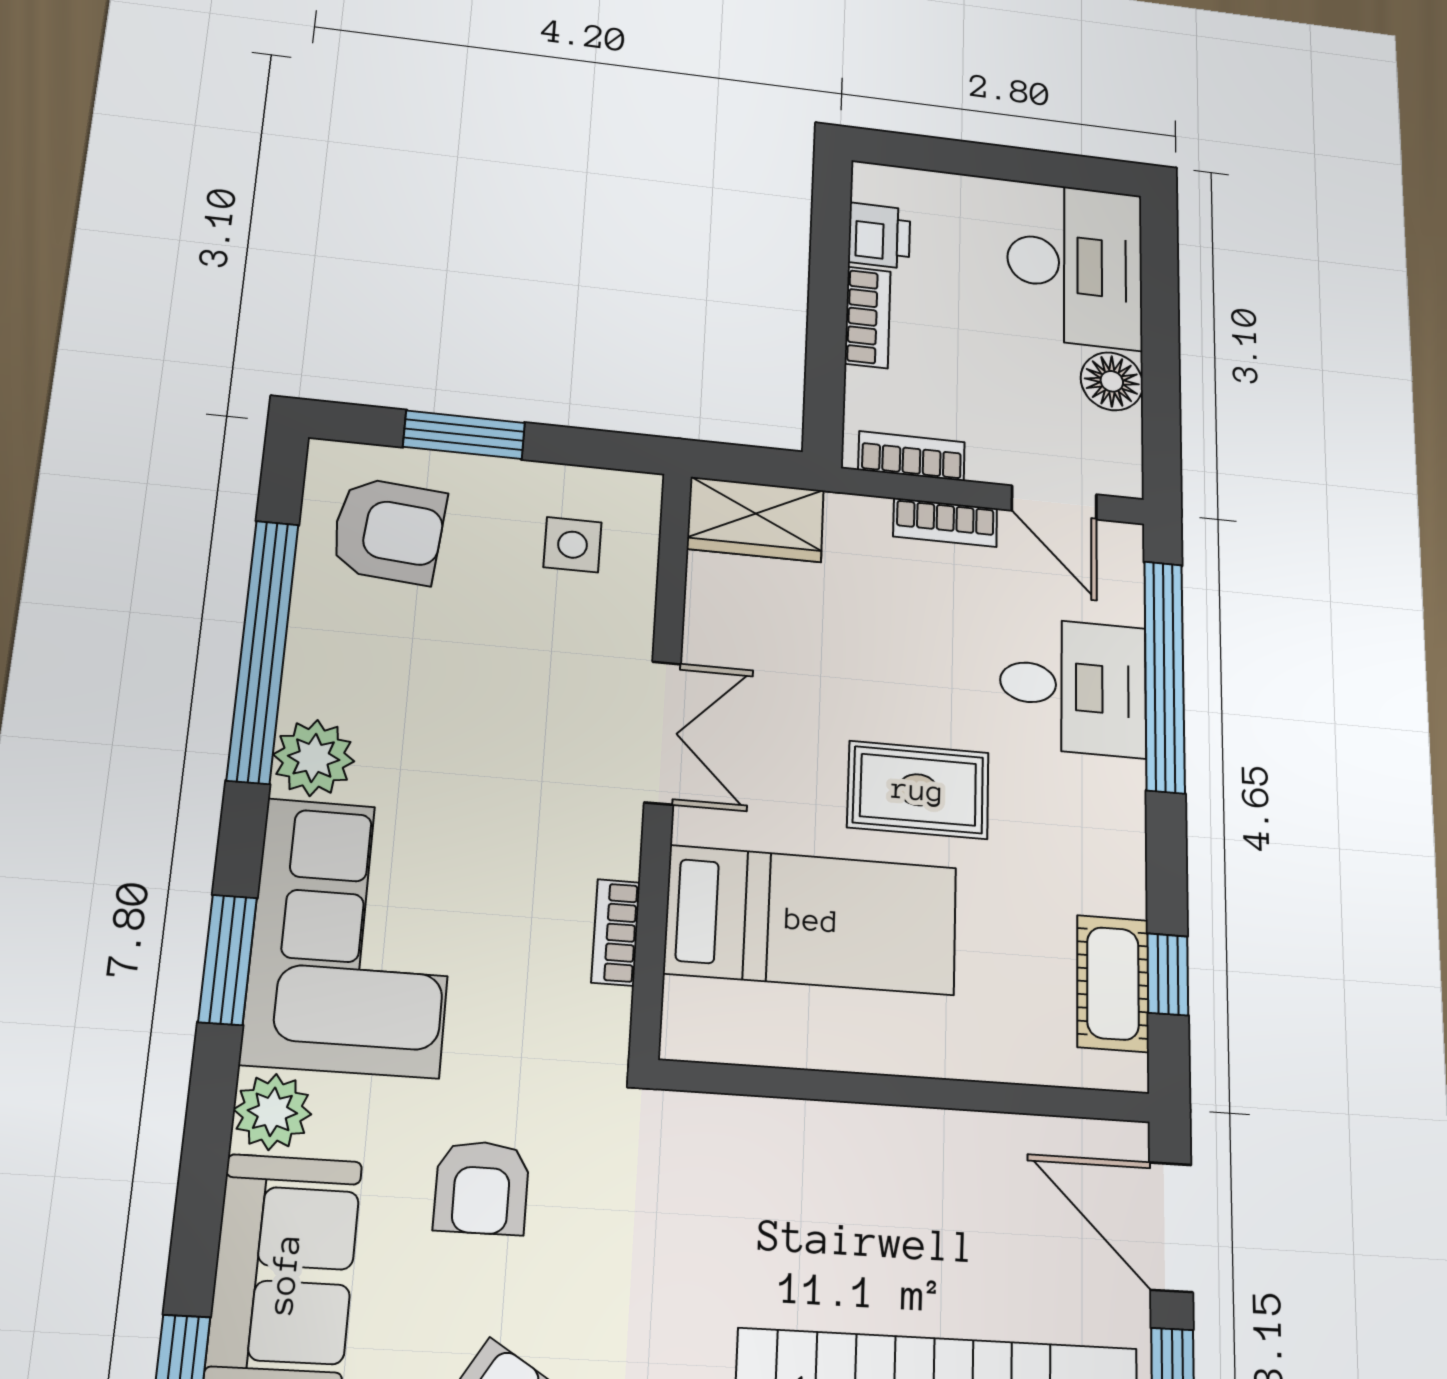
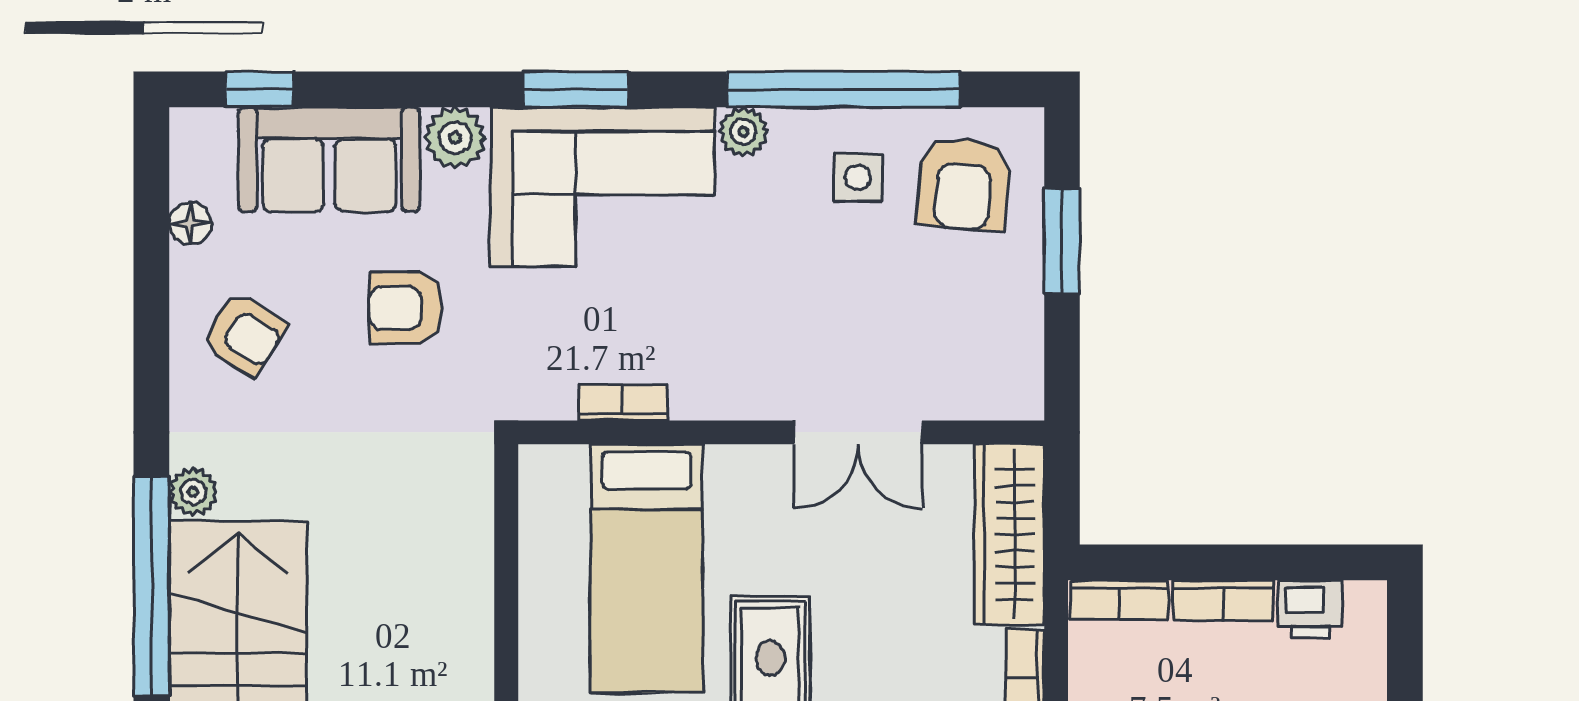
bookcase: (912, 456) -> (1119, 600), moved, turned 90
wardrobe: (756, 519) -> (1009, 535), width x1.50
side table: (572, 545) -> (858, 177), moved
double door: (663, 733) -> (858, 432), moved
plant: (314, 758) -> (743, 132), width x0.73, depth x0.73

